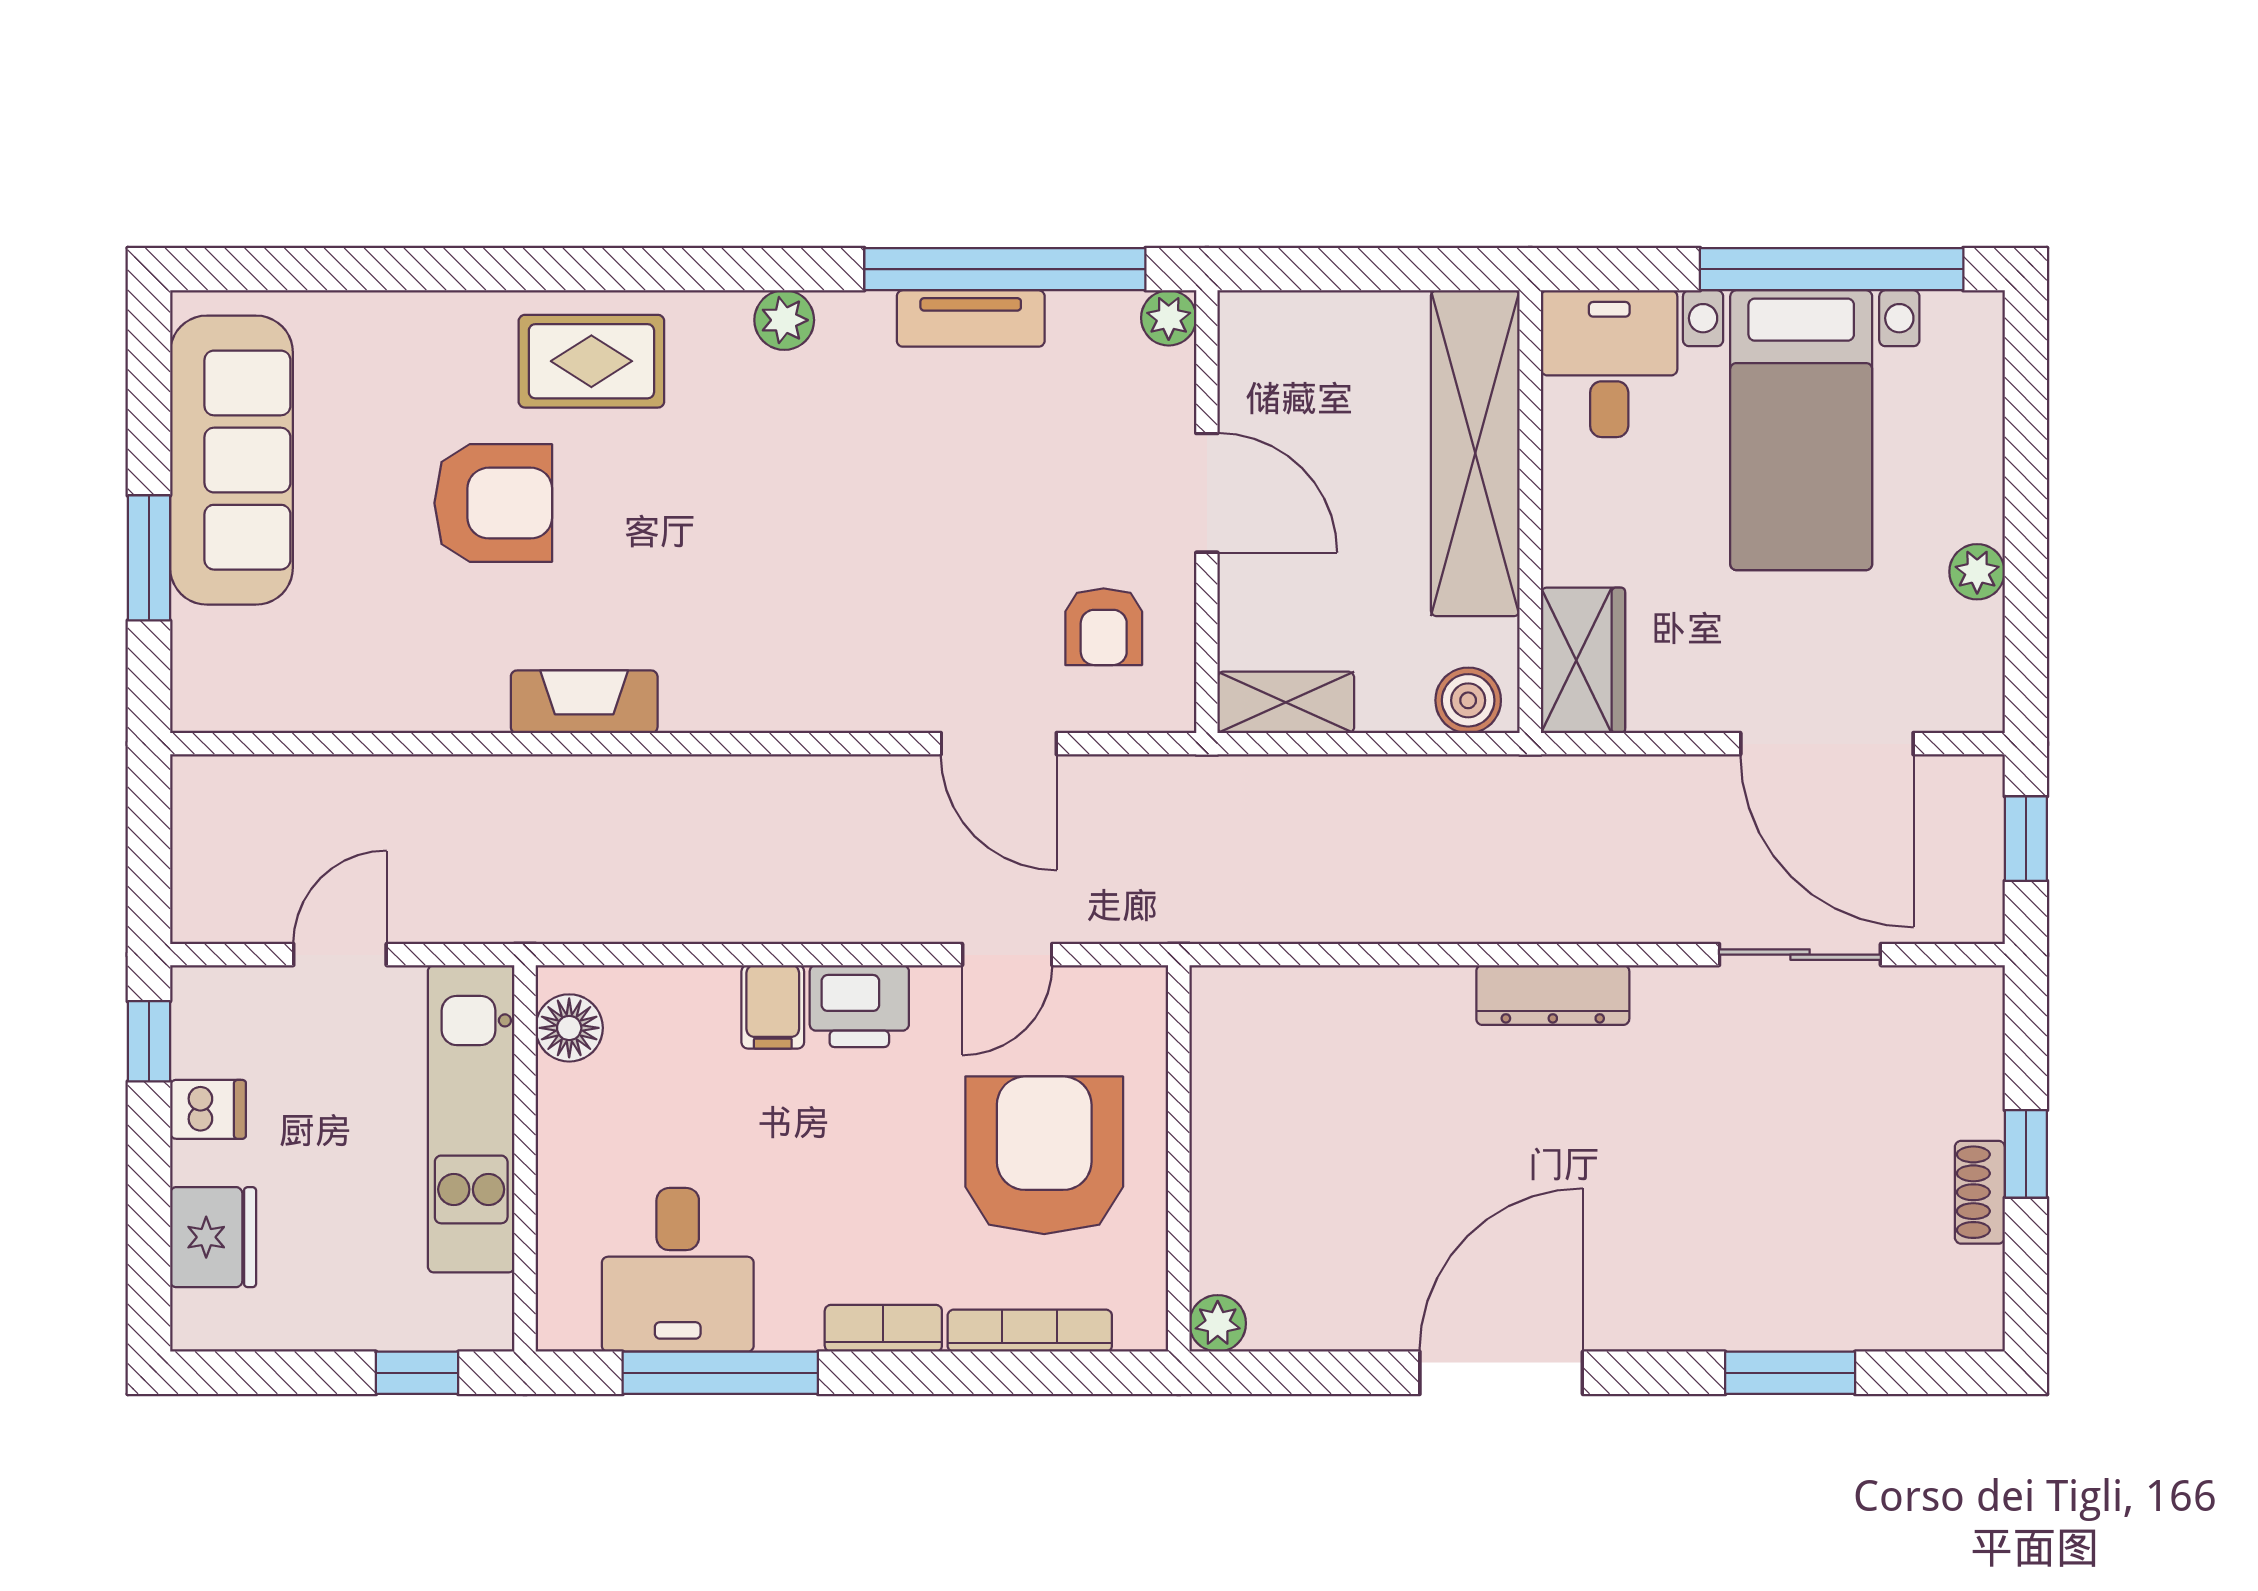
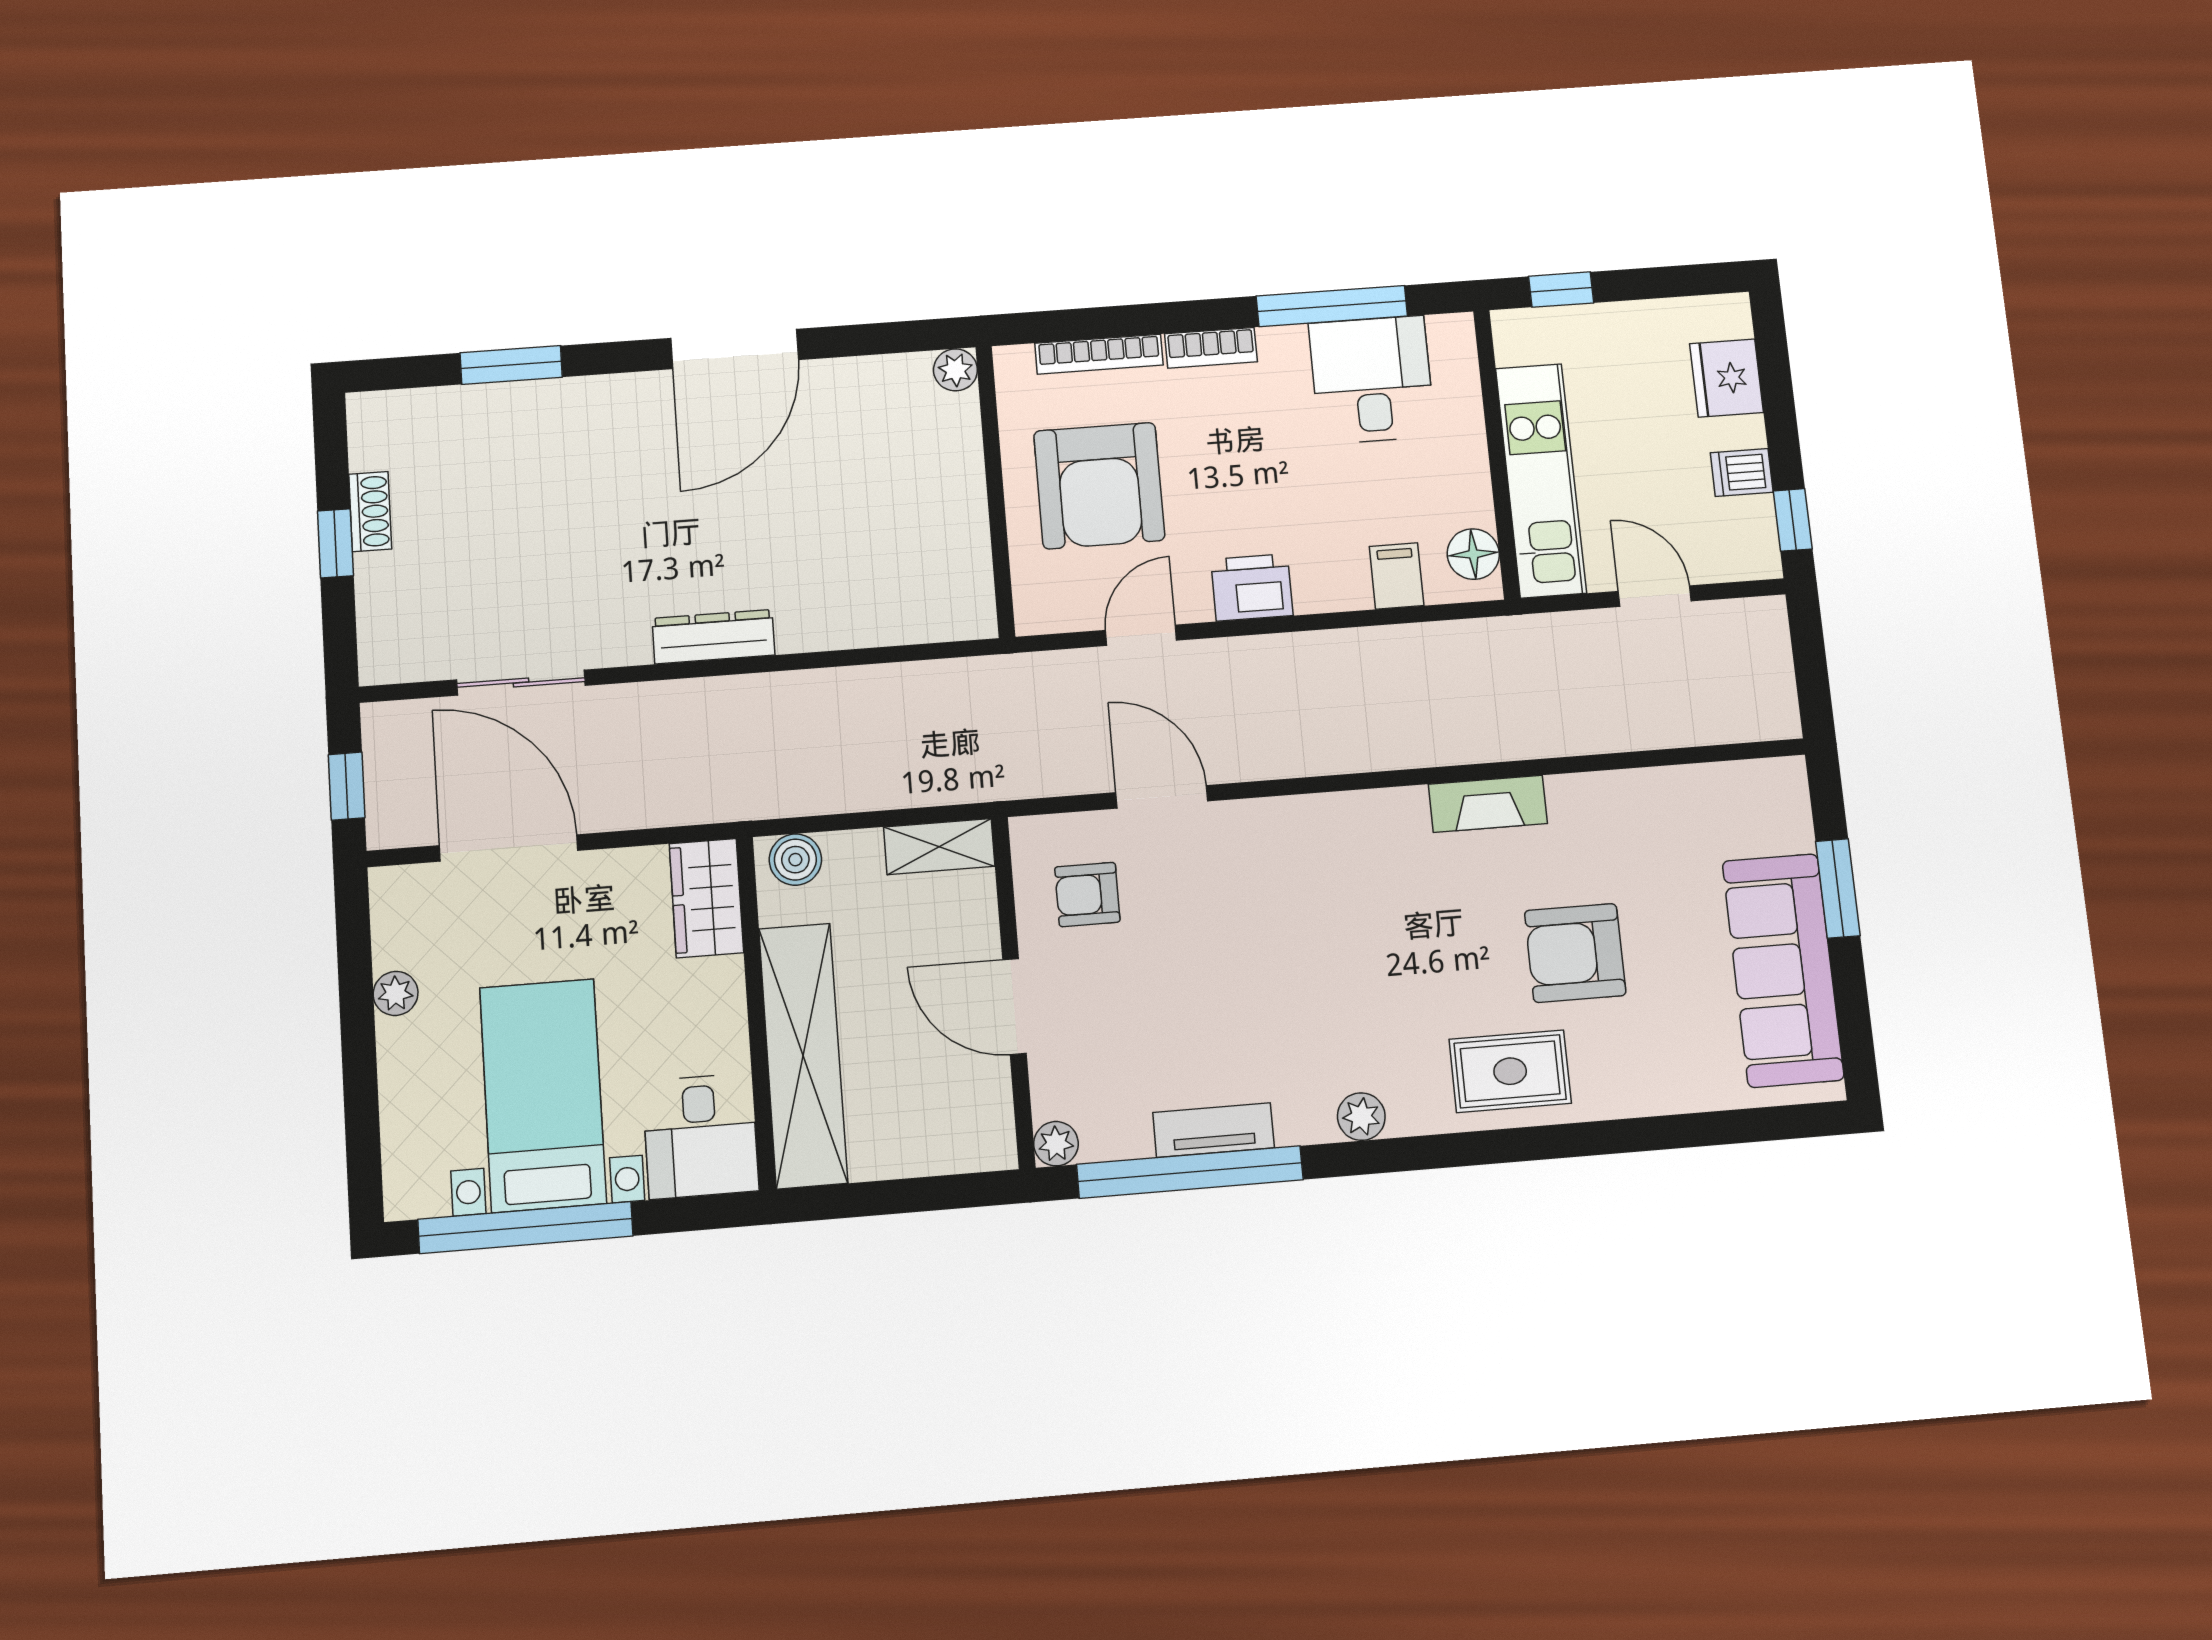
armchair: (1104, 627) -> (1087, 894), turned -90
door: (340, 955) -> (1655, 596), swing flipped
filing cabinet: (773, 1007) -> (1397, 576), moved

